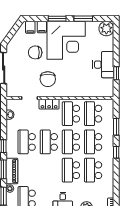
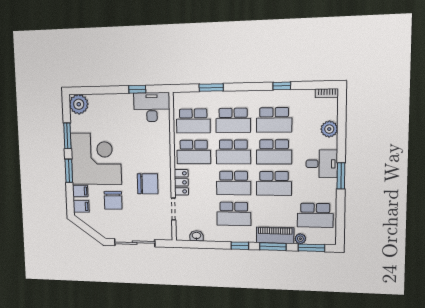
desk: (103, 65) -> (152, 107), moved
window: (116, 152) -> (282, 86), moved
school desk: (49, 170) -> (274, 183), added

